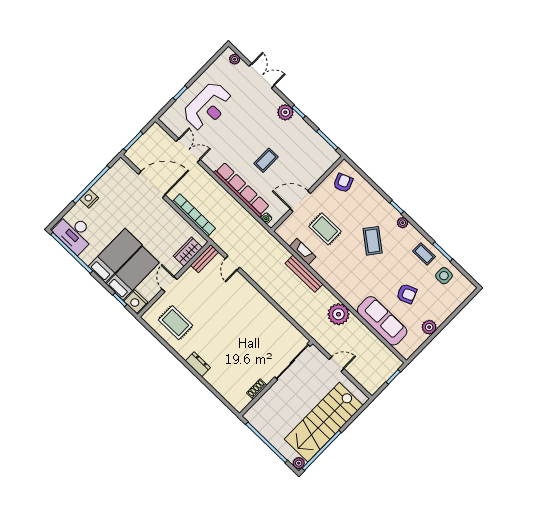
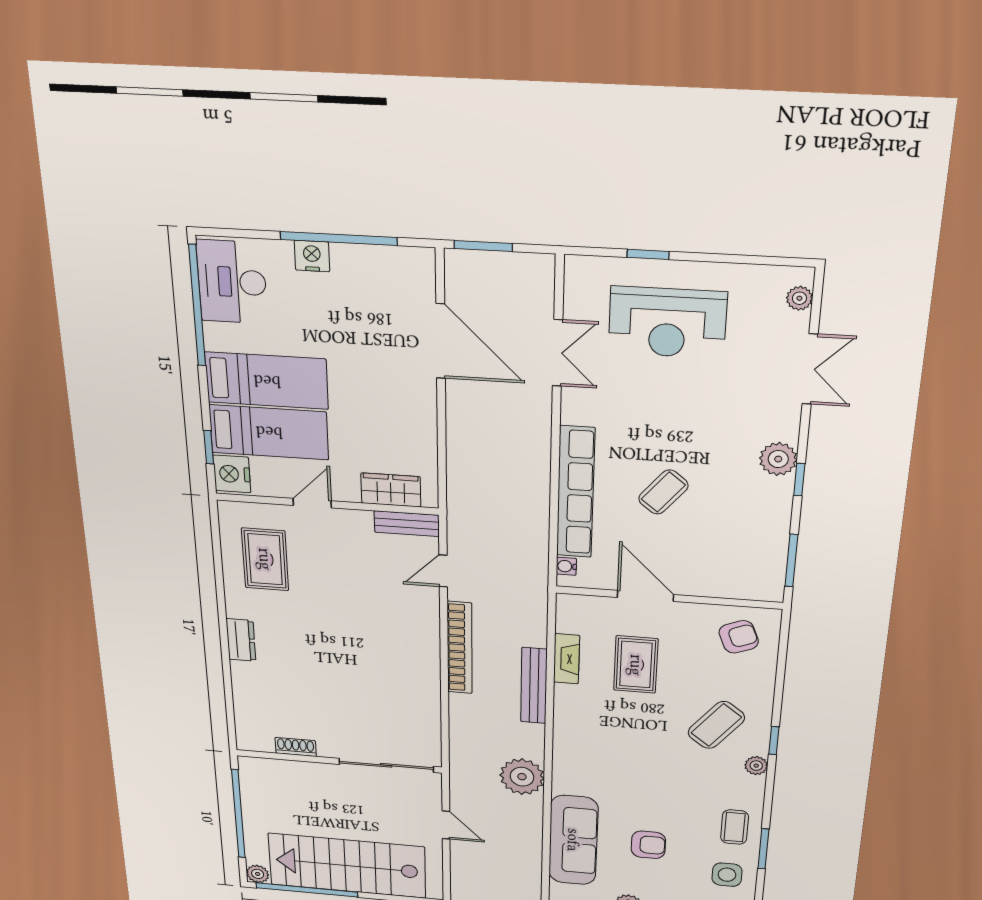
coffee table: (266, 160) -> (663, 492), turned -51
bookcase: (194, 215) -> (460, 648), moved
coffee table: (373, 241) -> (716, 725), moved
armchair: (407, 294) -> (648, 845), turned -68

